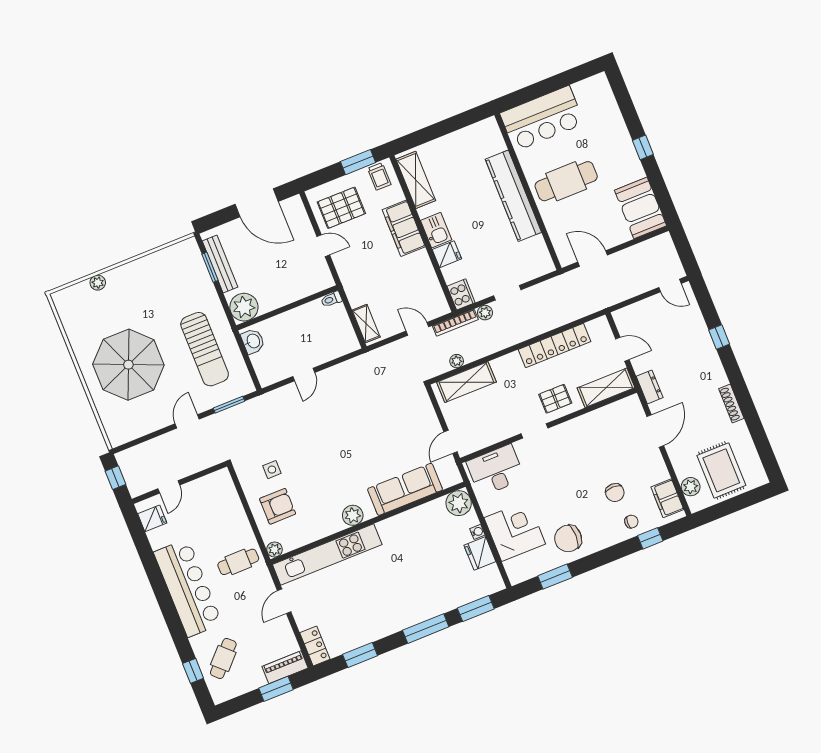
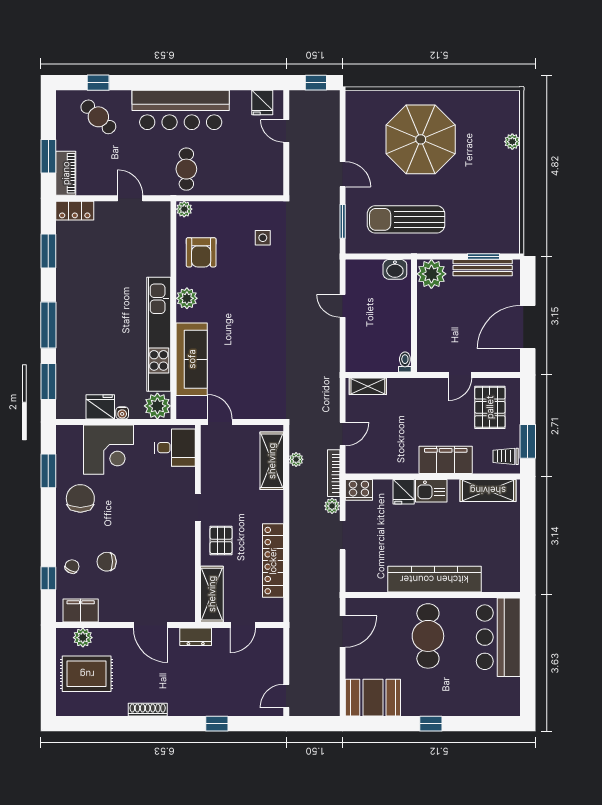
desk: (496, 470) -> (175, 448), width x0.73
armchair: (278, 506) -> (201, 252), moved
chair: (631, 522) -> (72, 567), turned -153
kitchen unit: (327, 555) -> (159, 334), moved

